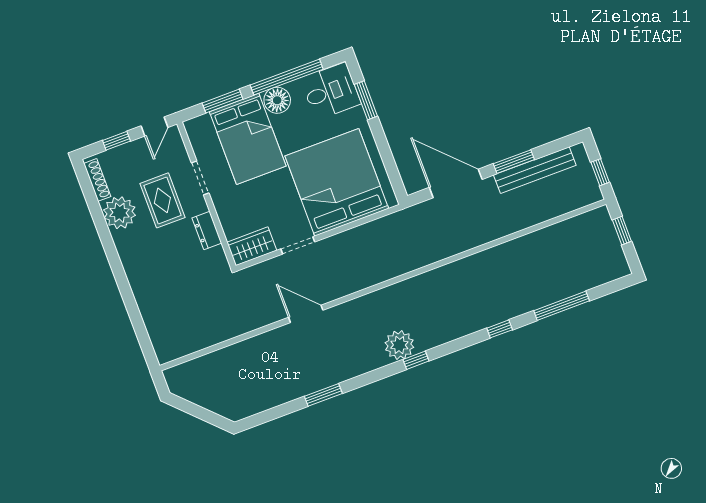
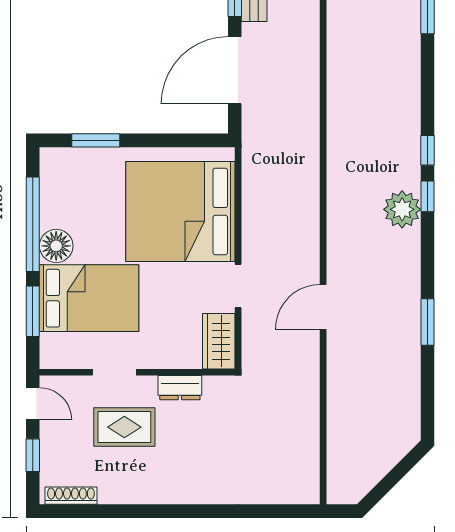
desk: (331, 91) -> (69, 178), removed
plant: (120, 213) -> (120, 484), removed
window: (500, 329) -> (428, 150), moved

